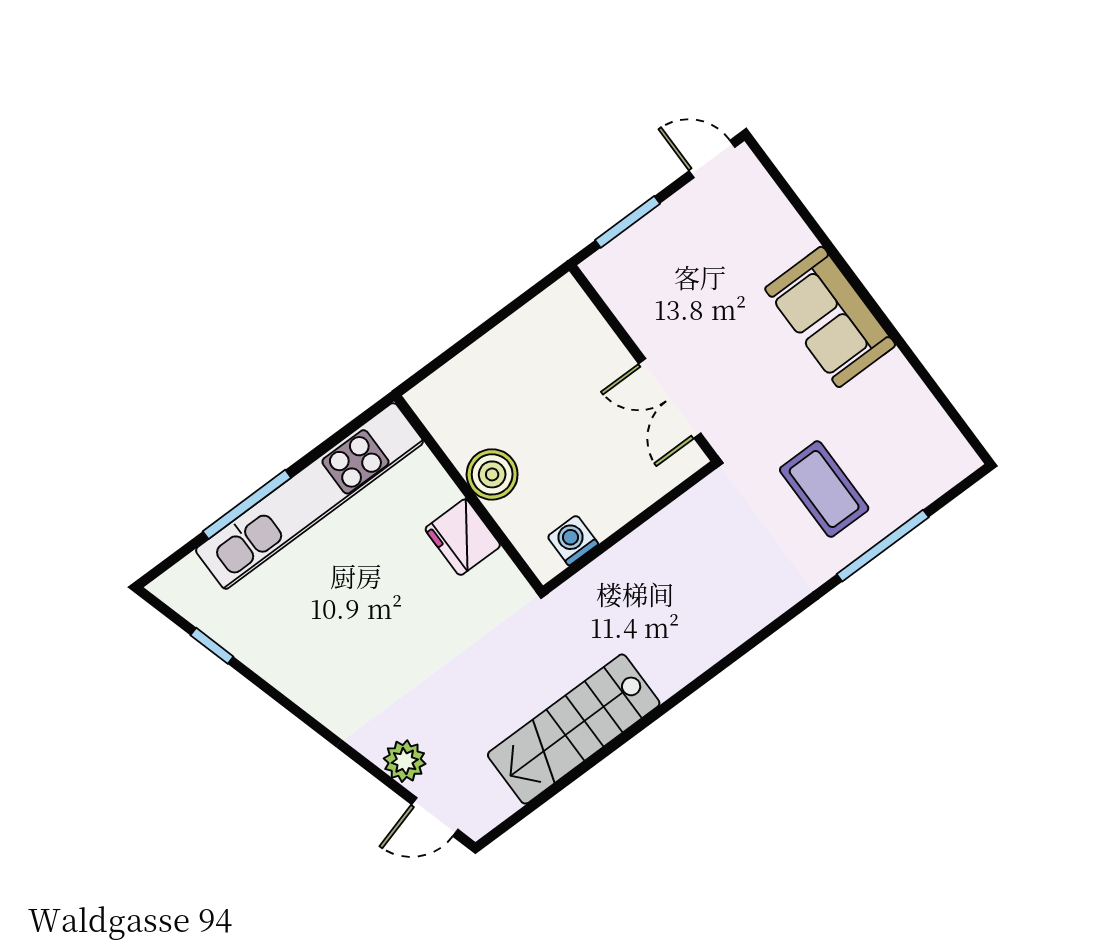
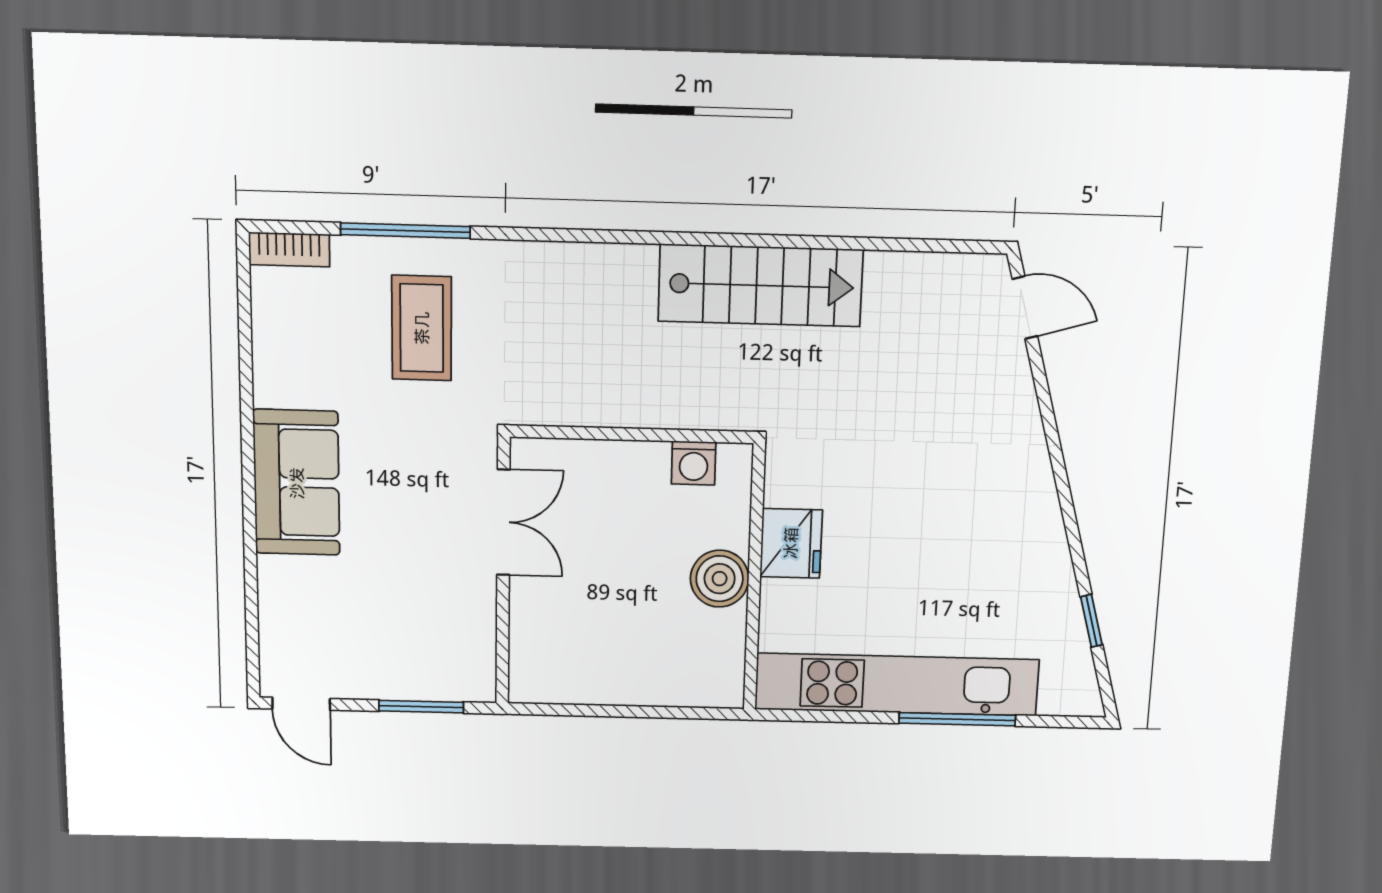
bookcase: (950, 473) -> (289, 250), added
stairs: (574, 729) -> (760, 285), moved
plant: (405, 761) -> (1009, 382), removed

